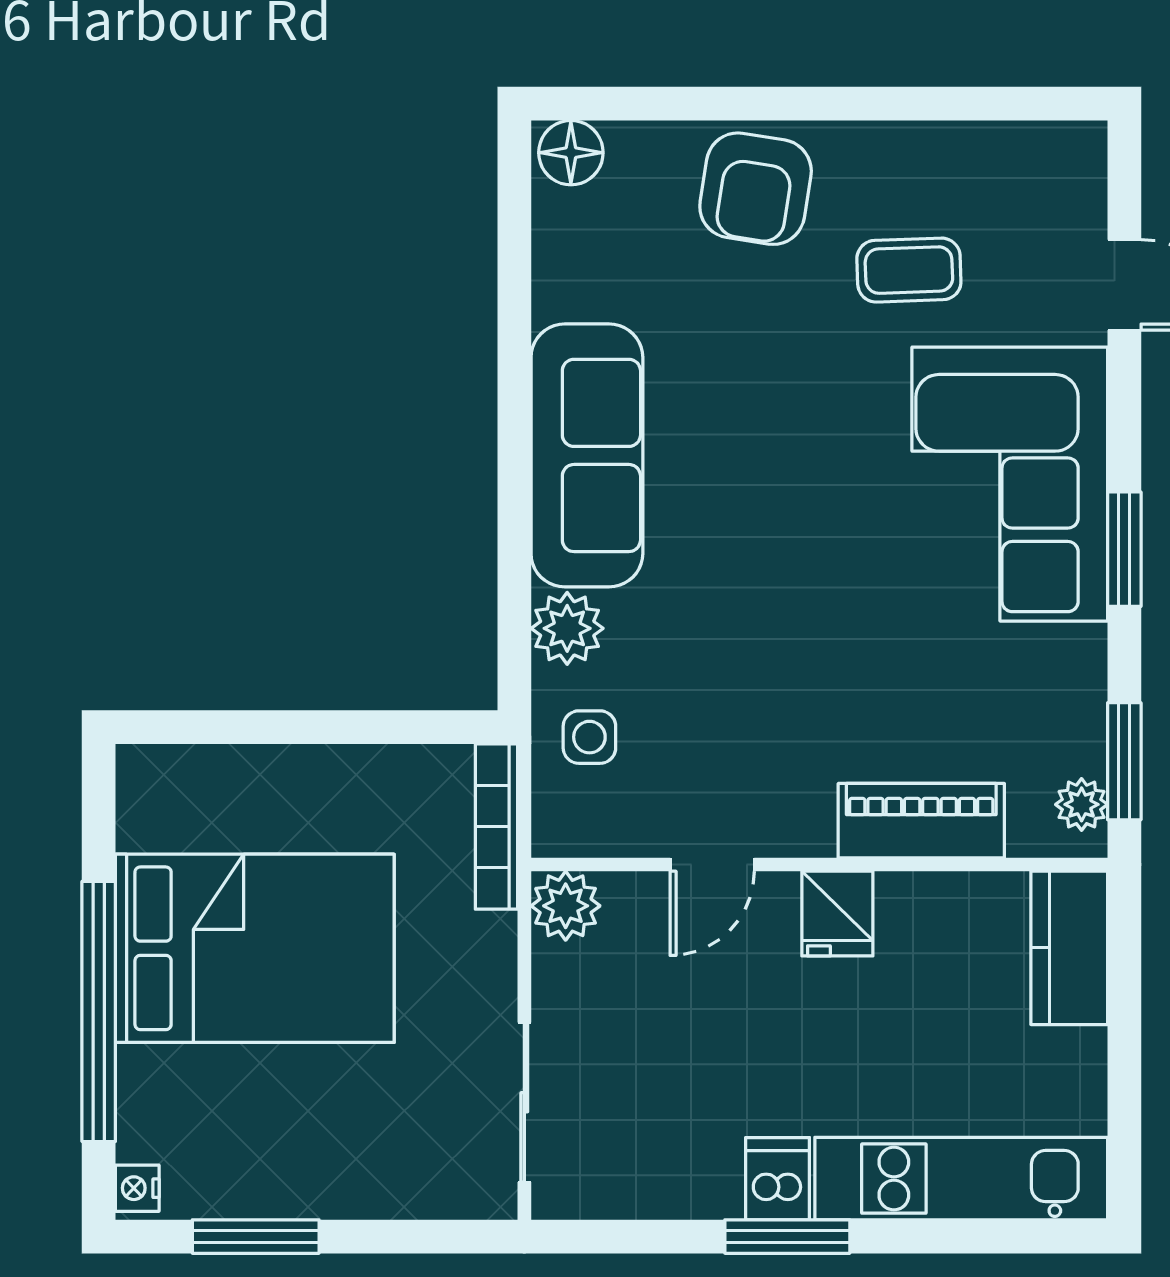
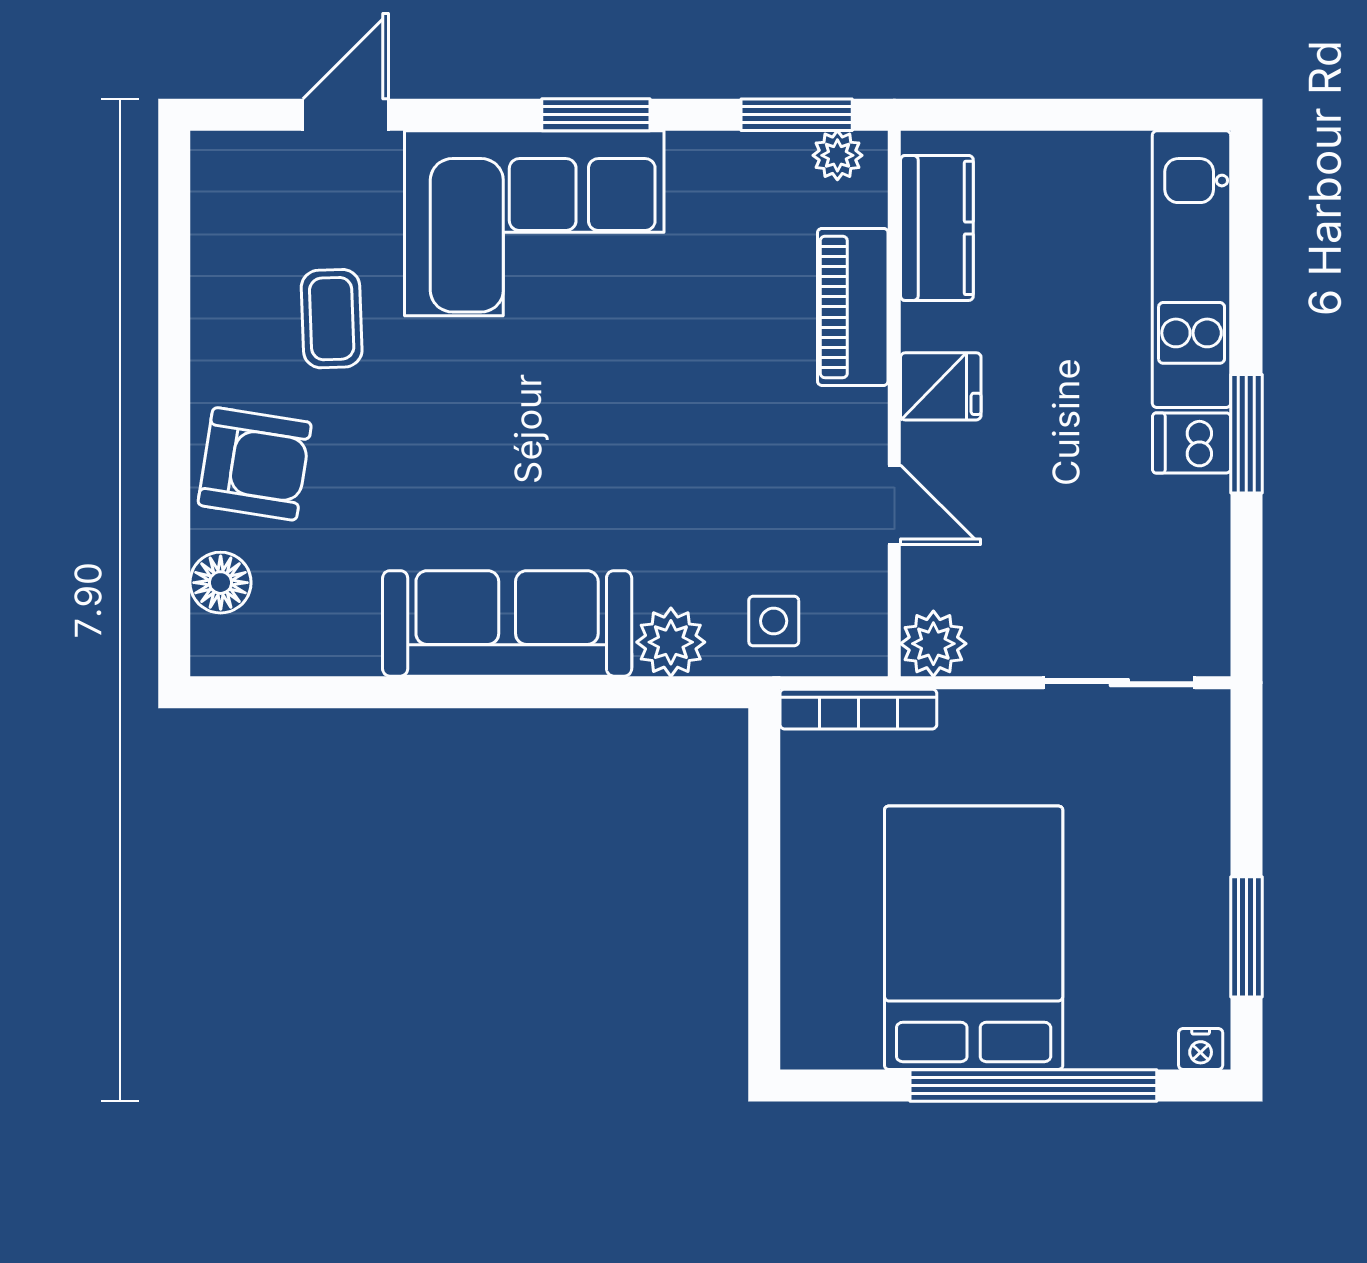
floor lamp: (571, 153) -> (221, 583), moved
kitchen counter: (1069, 948) -> (937, 228), moved, turned -90

